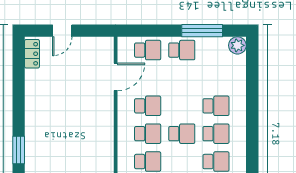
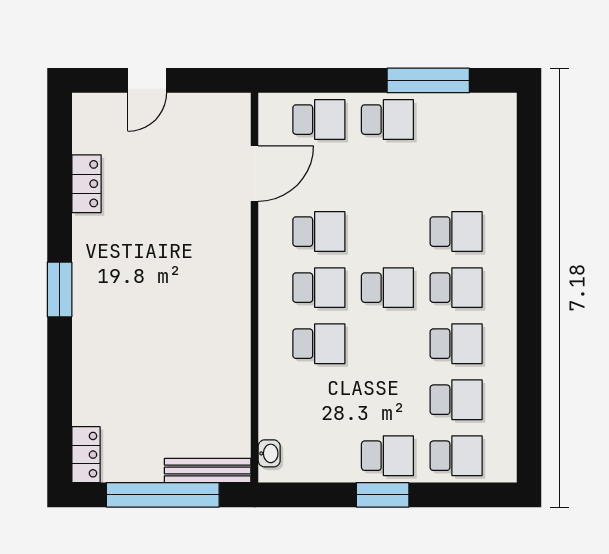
plant: (237, 45) -> (499, 110), removed
locker: (32, 54) -> (86, 184), moved
window: (19, 150) -> (60, 289), moved

